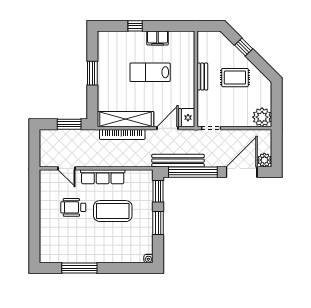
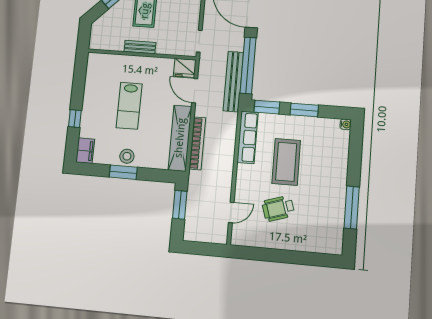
filing cabinet: (158, 38) -> (85, 151), moved
stool: (106, 75) -> (127, 156), added
row of seats: (103, 177) -> (248, 137), moved
wheelchair: (73, 207) -> (278, 208), turned 72

